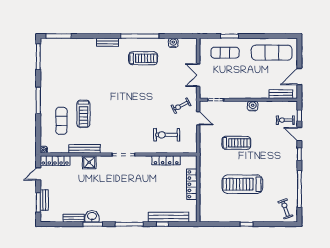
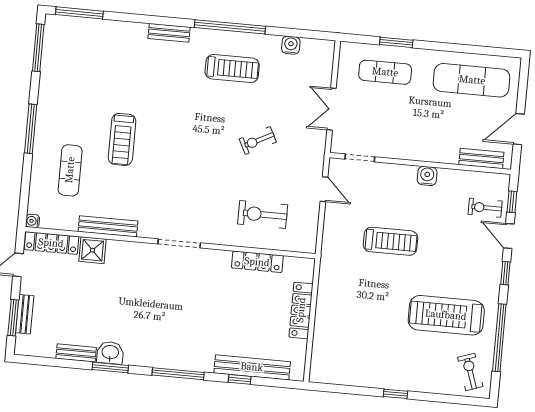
exercise bike: (181, 106) -> (258, 141), moved
treadmill: (83, 114) -> (122, 139), moved
shower: (89, 162) -> (93, 250), moved
treadmill: (242, 184) -> (446, 315), moved

